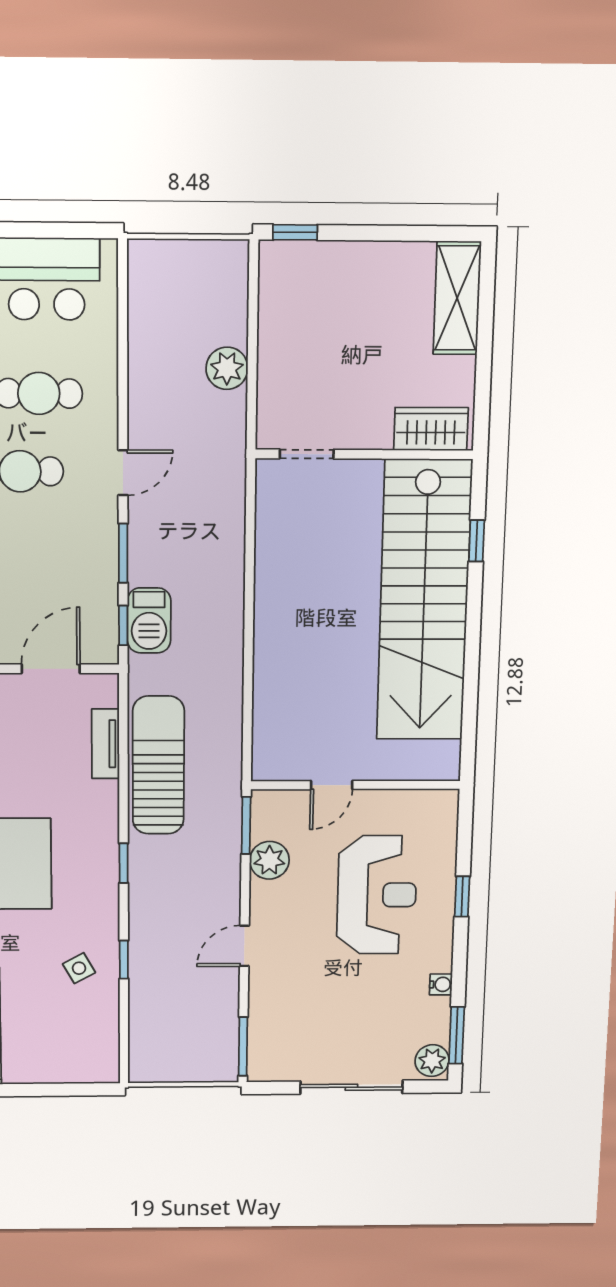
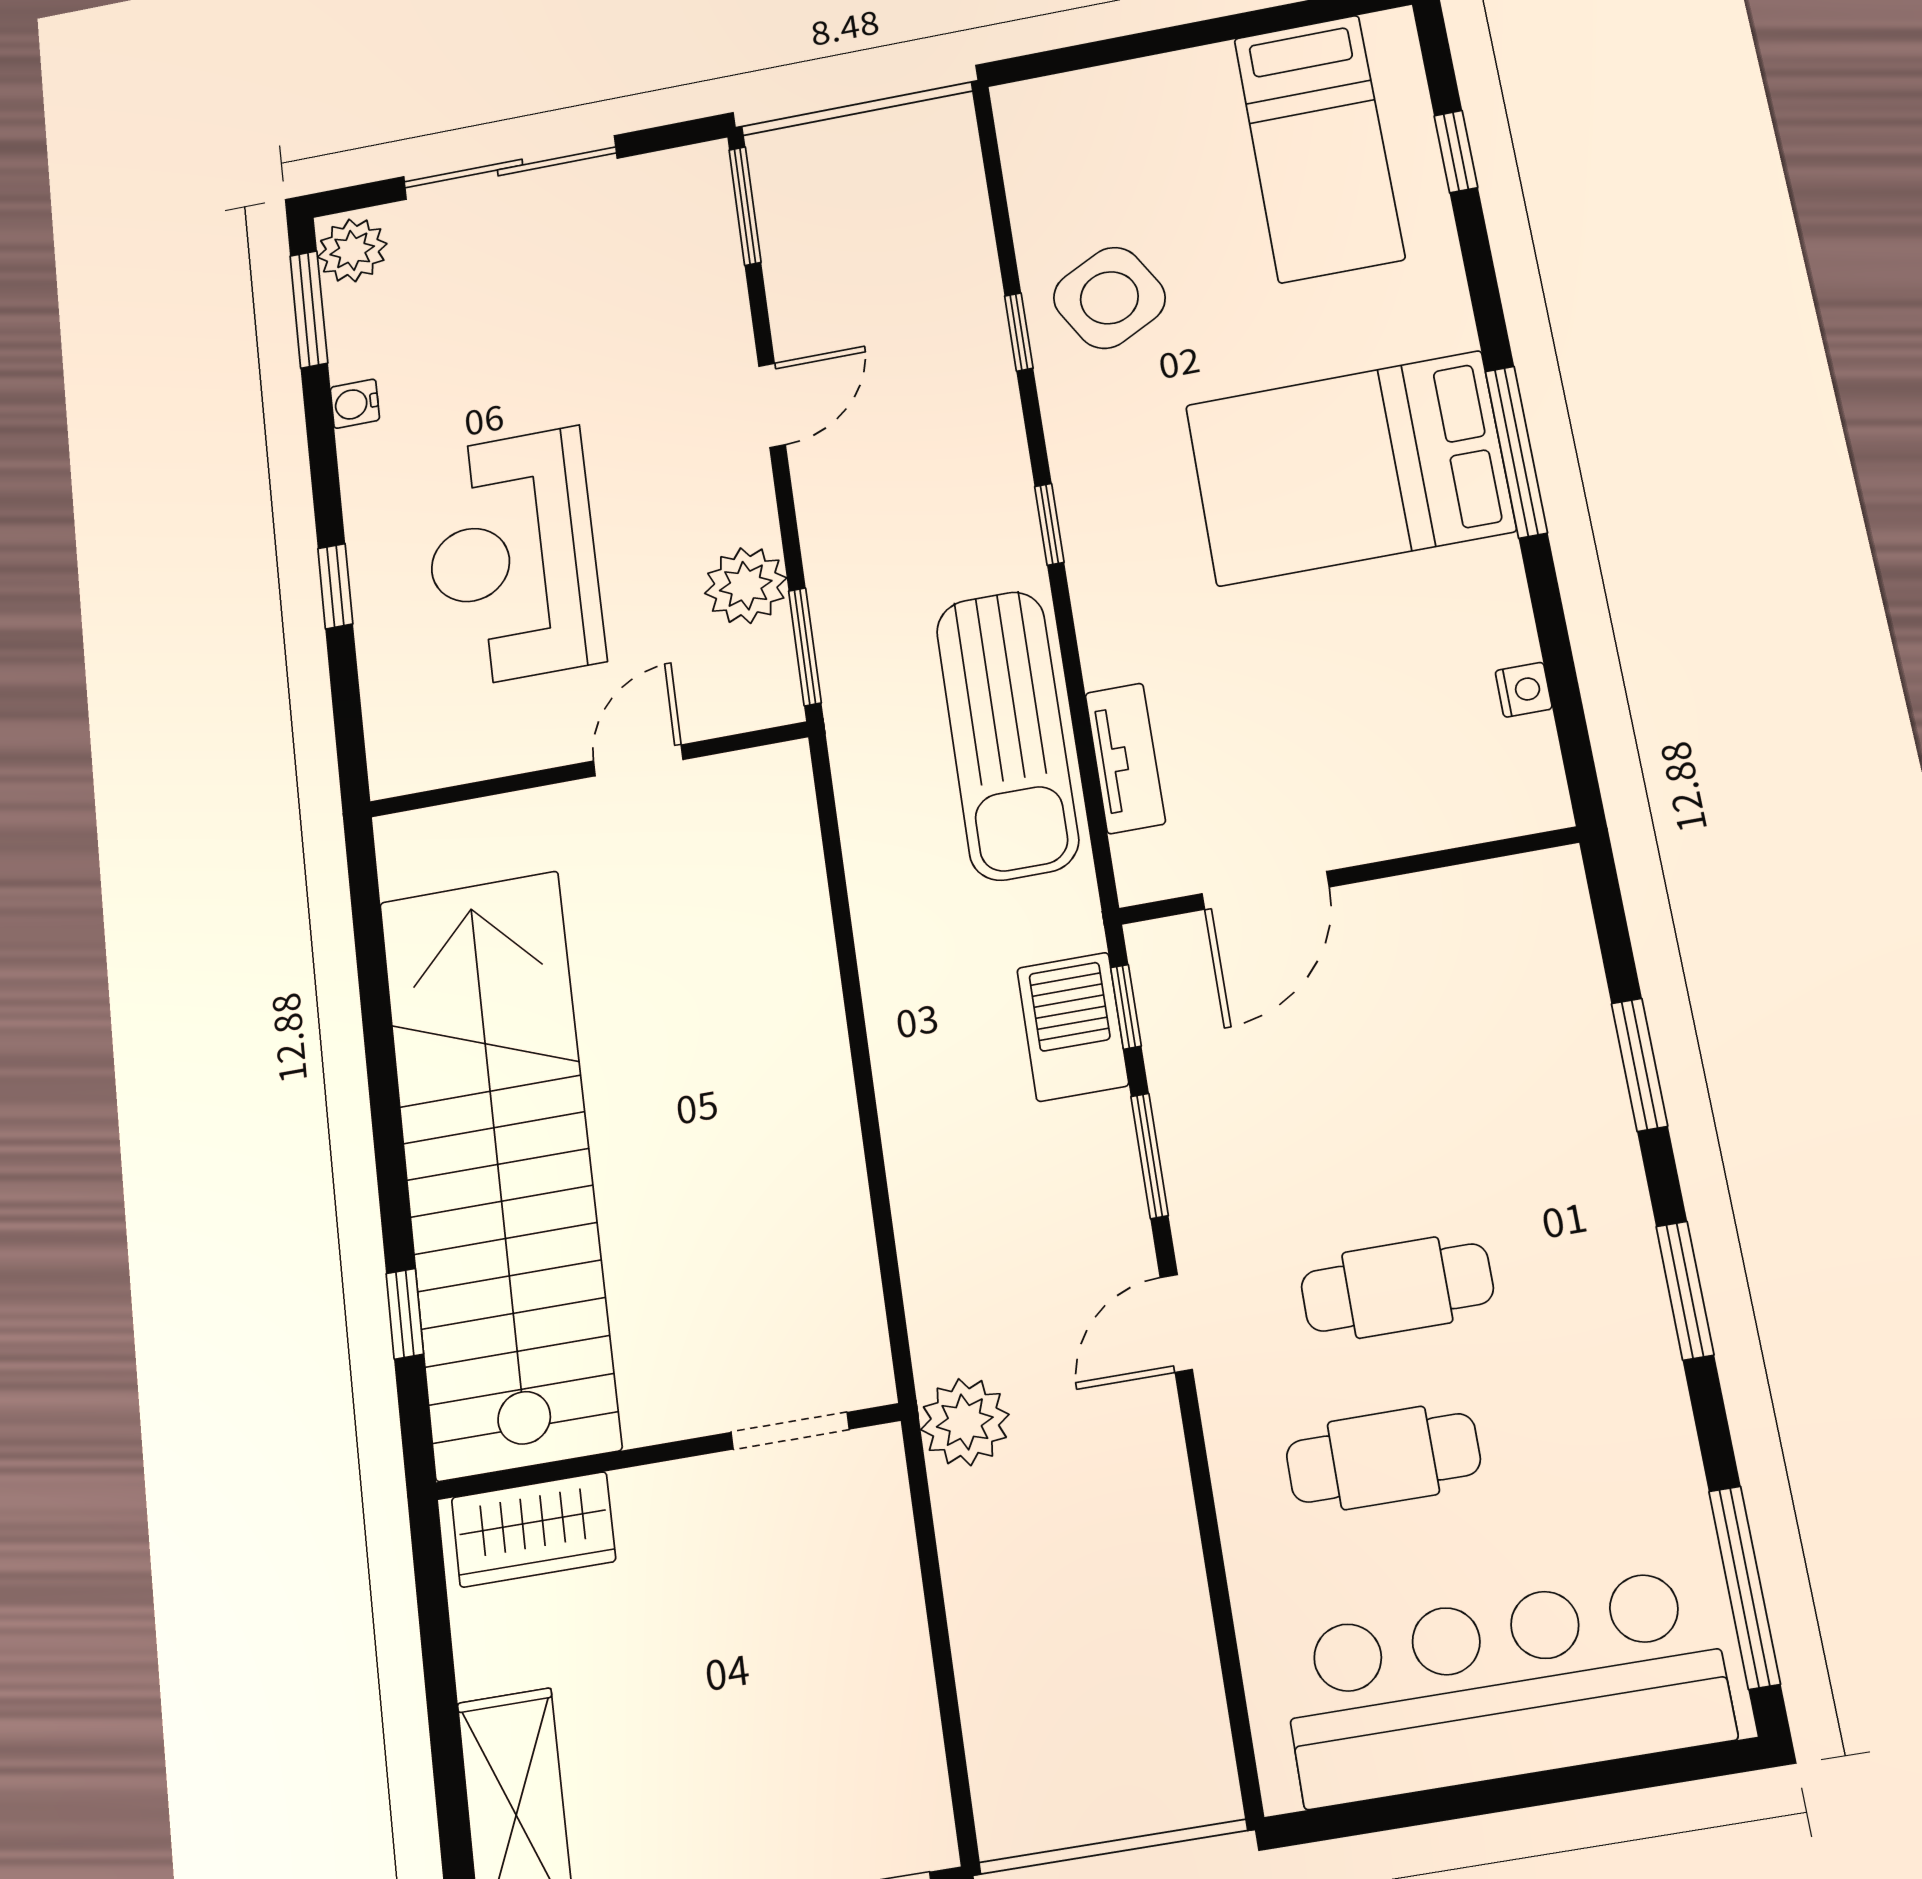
plant: (227, 368) -> (965, 1422), moved
side table: (79, 968) -> (1109, 298), width x1.87, depth x1.87

